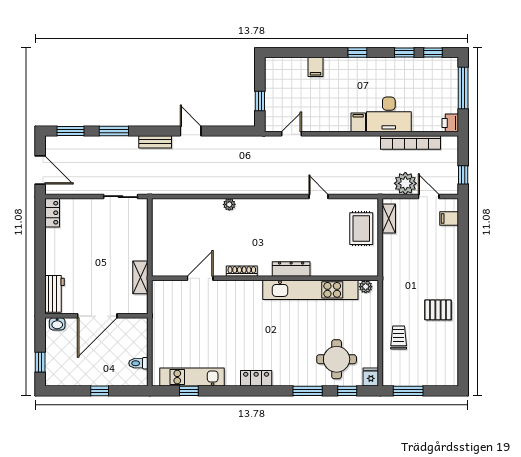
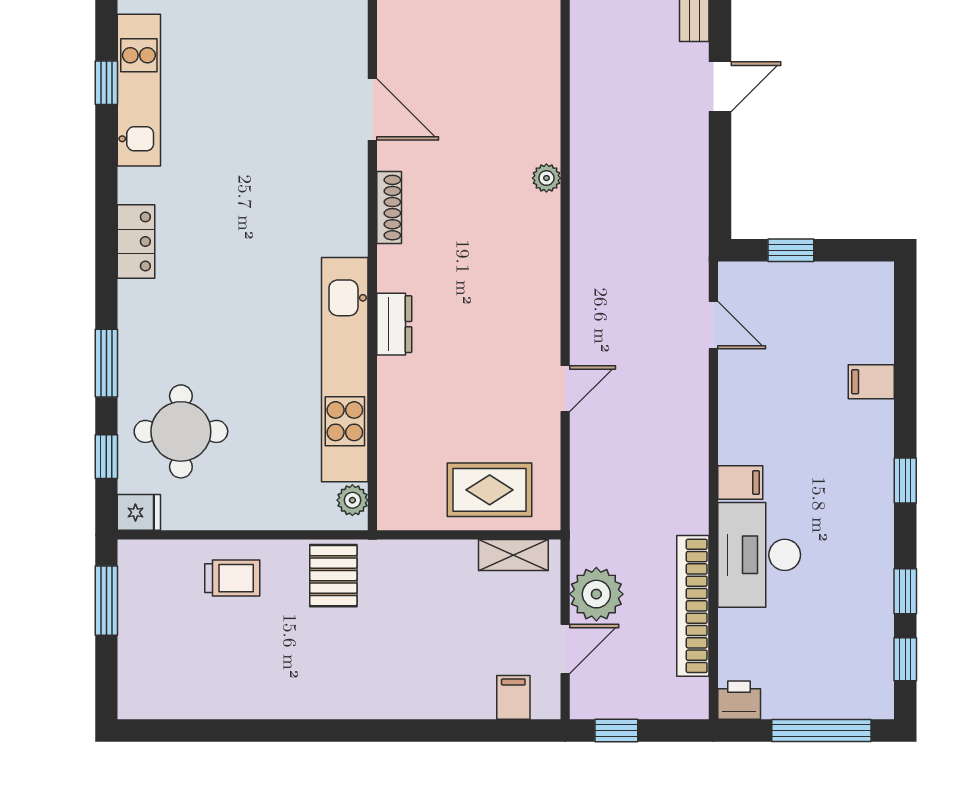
dresser: (291, 269) -> (394, 324), width x0.70
pallet: (438, 310) -> (333, 576), moved

